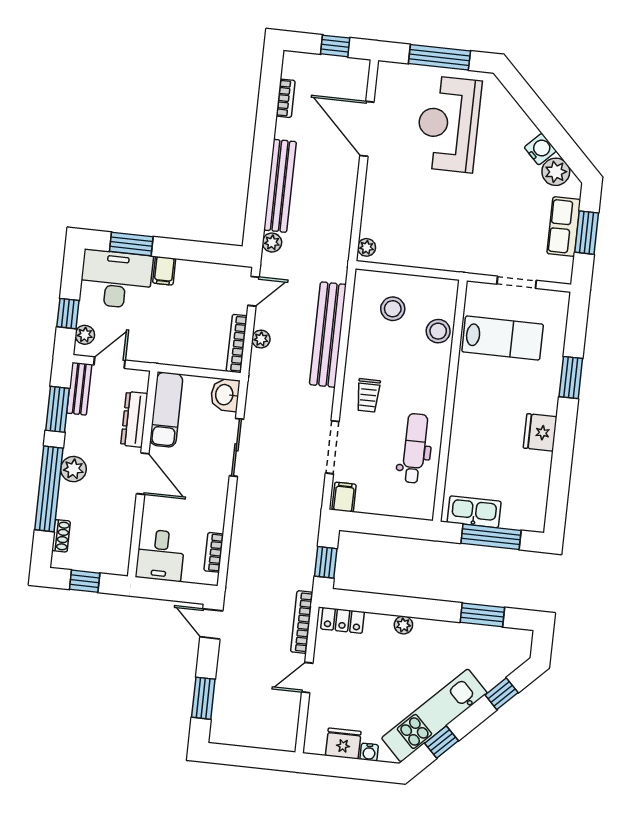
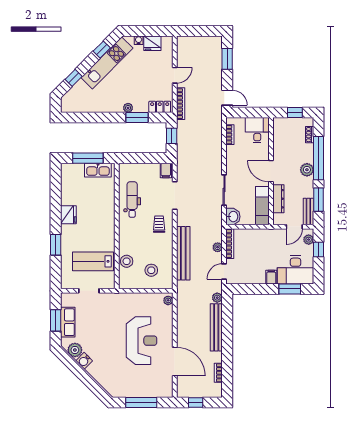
reception desk: (448, 124) -> (142, 341), moved
dental chair: (415, 448) -> (132, 200), turned 180
window: (482, 615) -> (137, 117), moved

